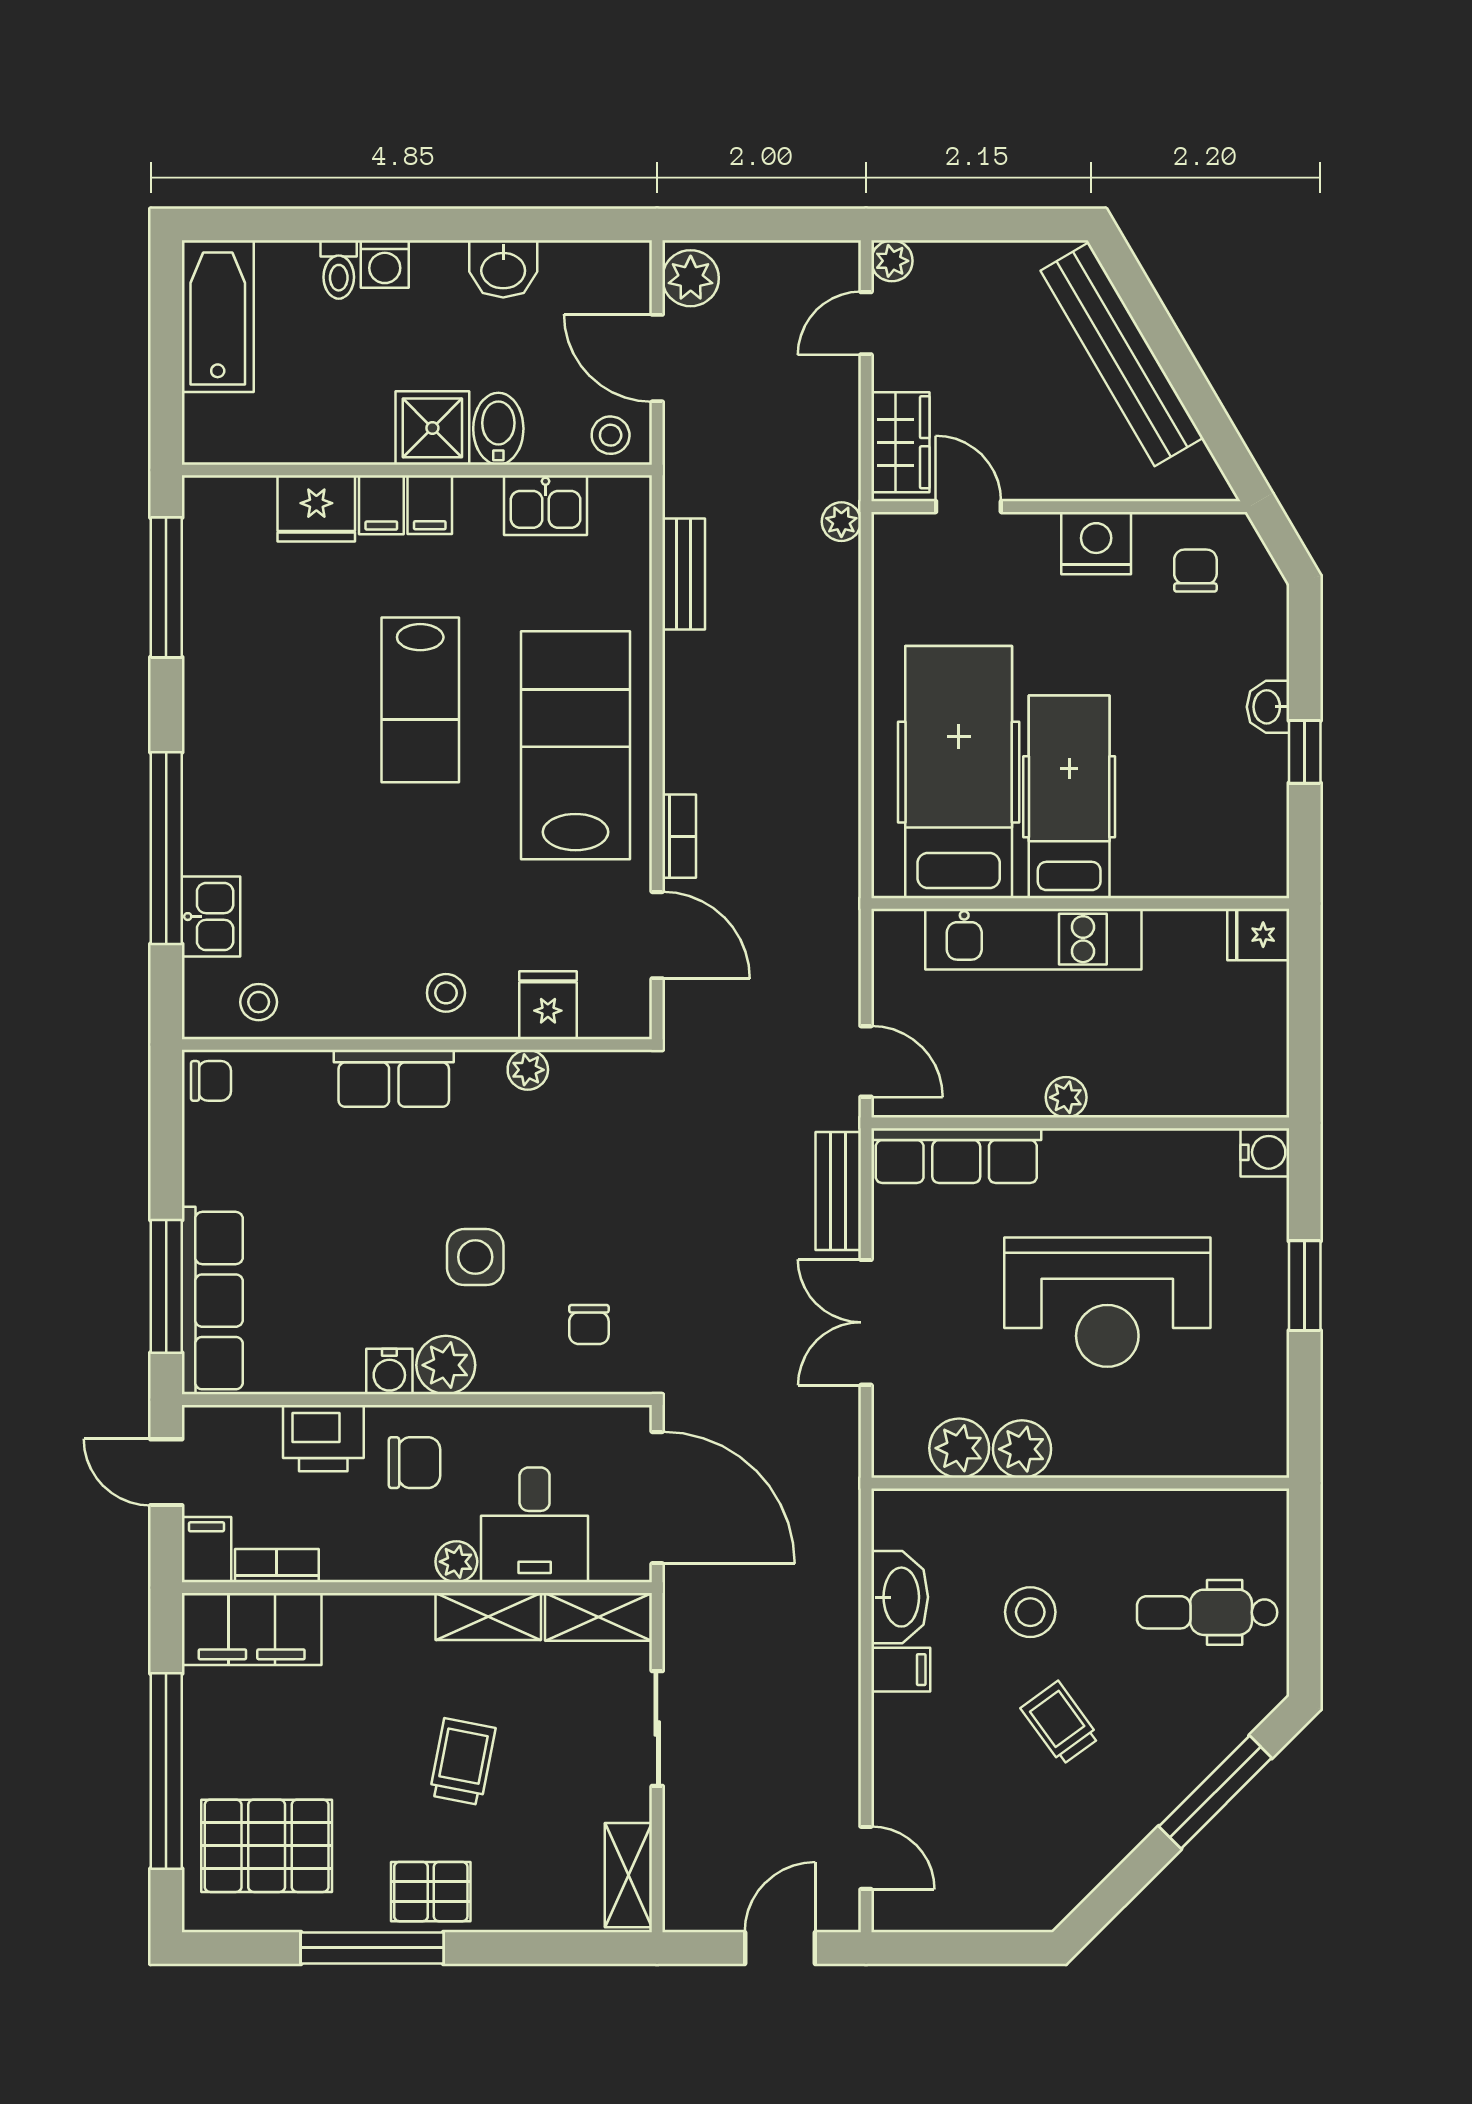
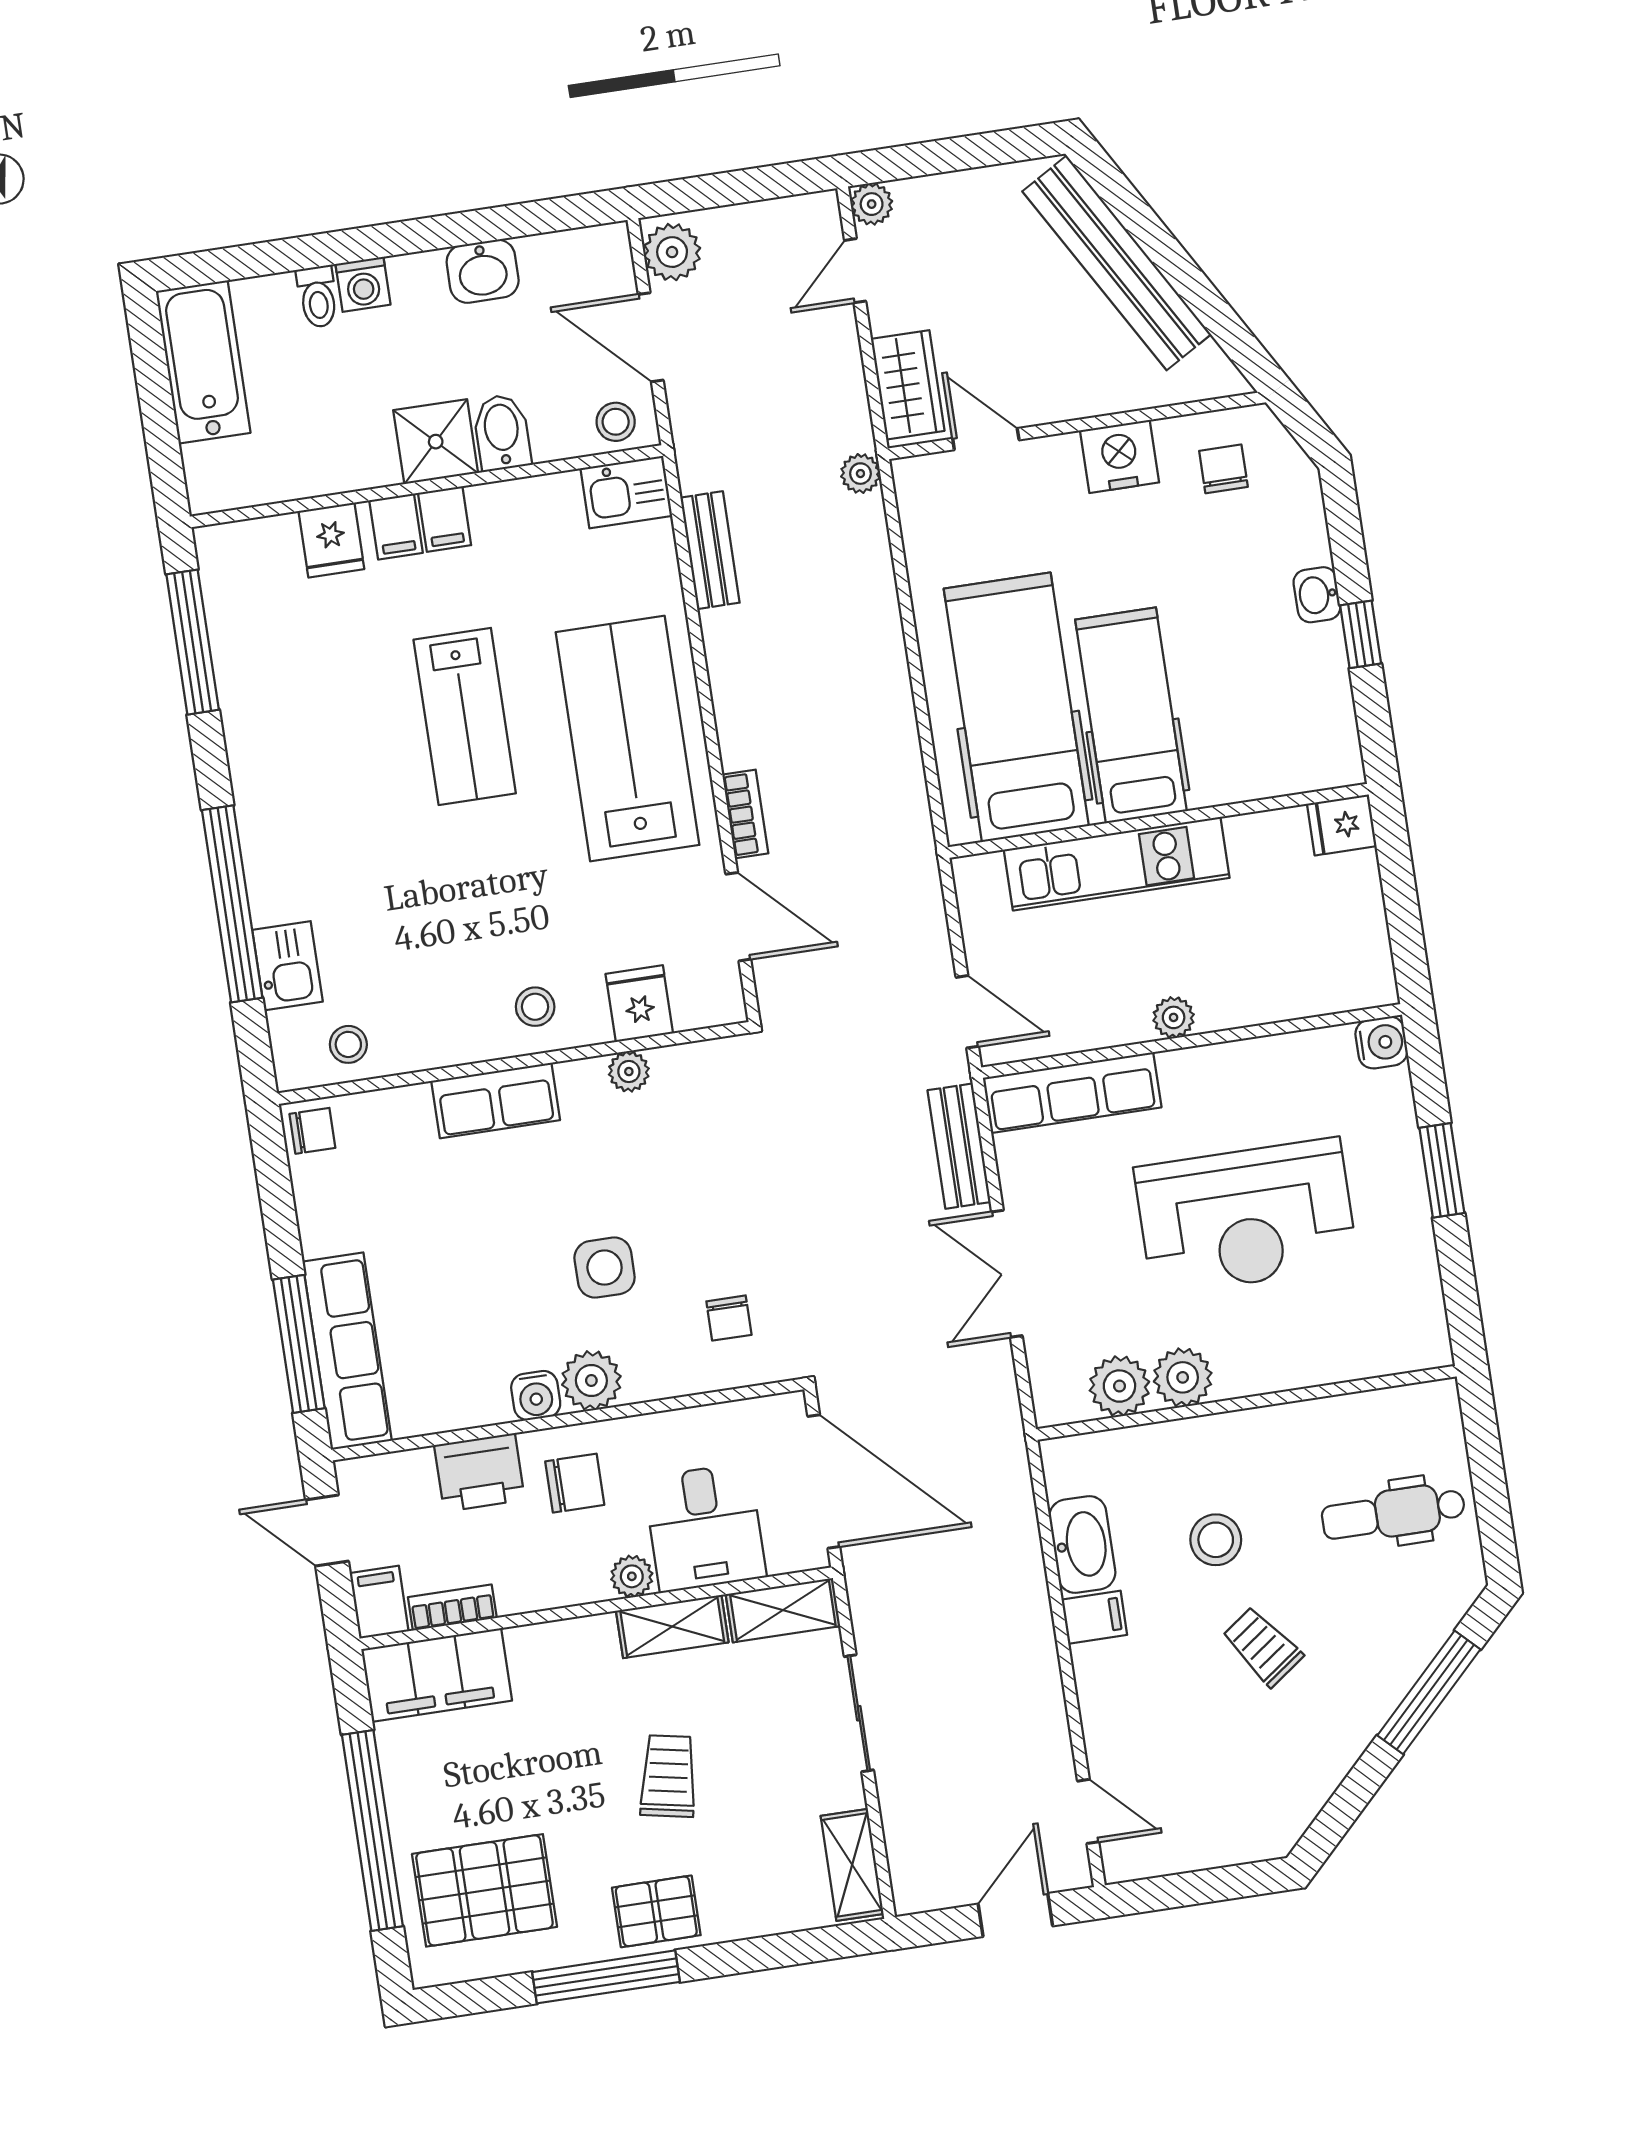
kitchen sink: (546, 505) -> (626, 492), moved
fridge: (316, 508) -> (331, 540), width x0.72

